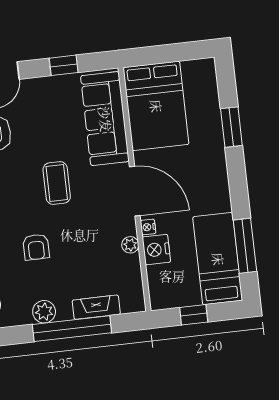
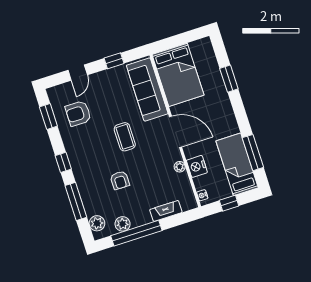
nightstand: (148, 227) -> (202, 195), moved
plant: (44, 312) -> (123, 224), moved
window: (72, 329) -> (136, 233), moved

